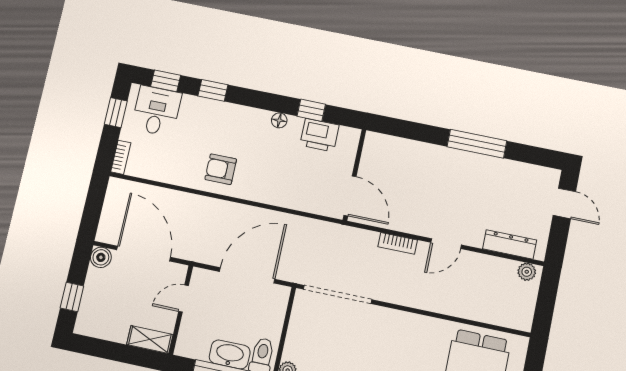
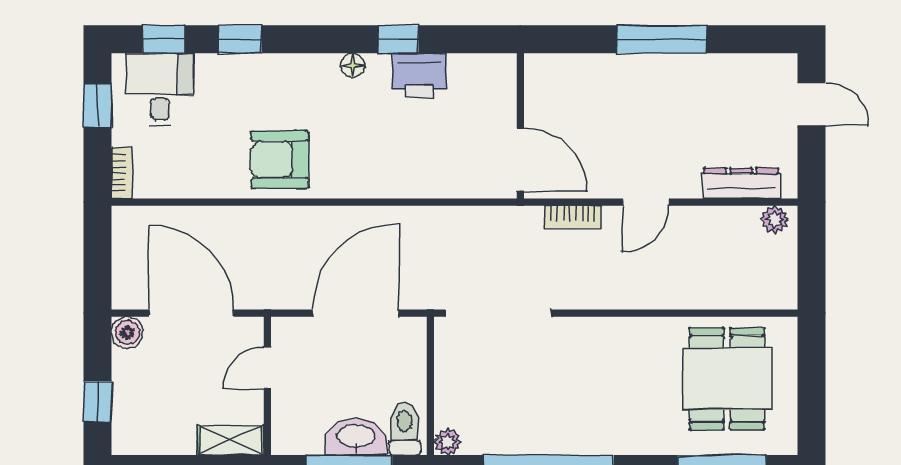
armchair: (221, 169) -> (280, 160), width x1.38, depth x1.38
wall: (354, 175) -> (520, 126), moved
door: (350, 196) -> (520, 160), moved

